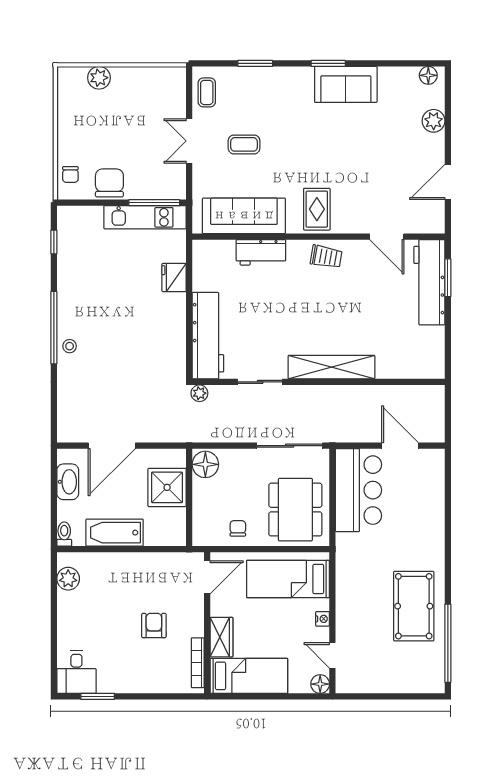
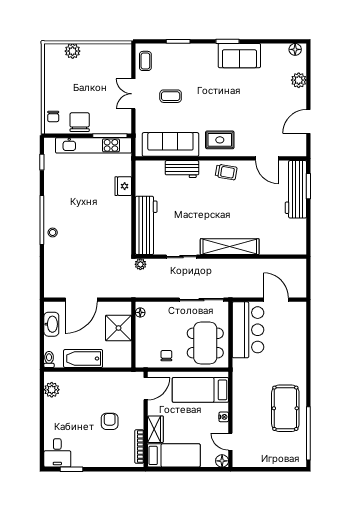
rug: (317, 209) -> (220, 140), turned 90
kitchen unit: (145, 217) -> (94, 145), width x1.36
floor lamp: (205, 464) -> (140, 312), width x0.53, depth x0.53

